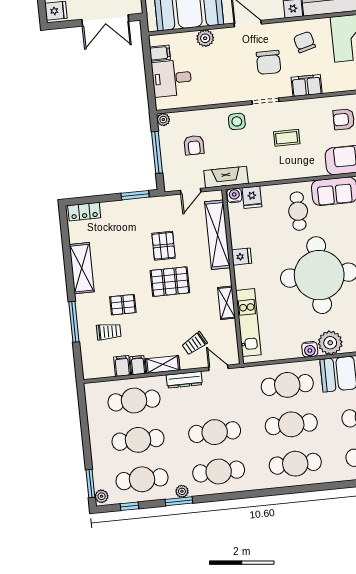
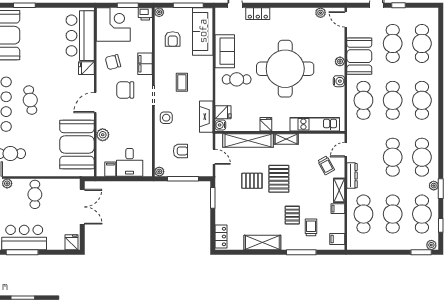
chair: (269, 62) -> (125, 90), turned 180
fireplace: (226, 177) -> (206, 117), moved
shelving: (226, 303) -> (286, 139), moved
plant: (330, 343) -> (340, 61), width x0.53, depth x0.53
filing cabinet: (122, 366) -> (337, 239), moved

